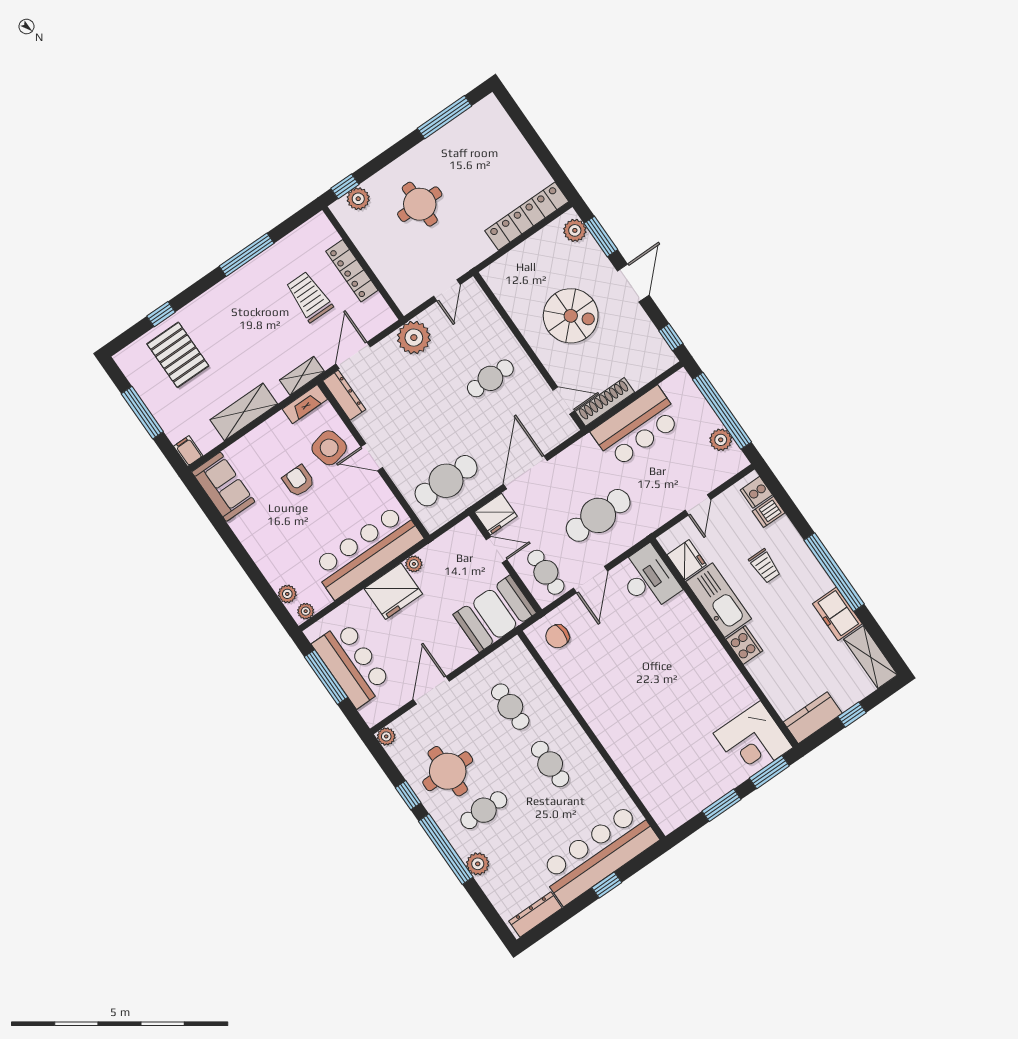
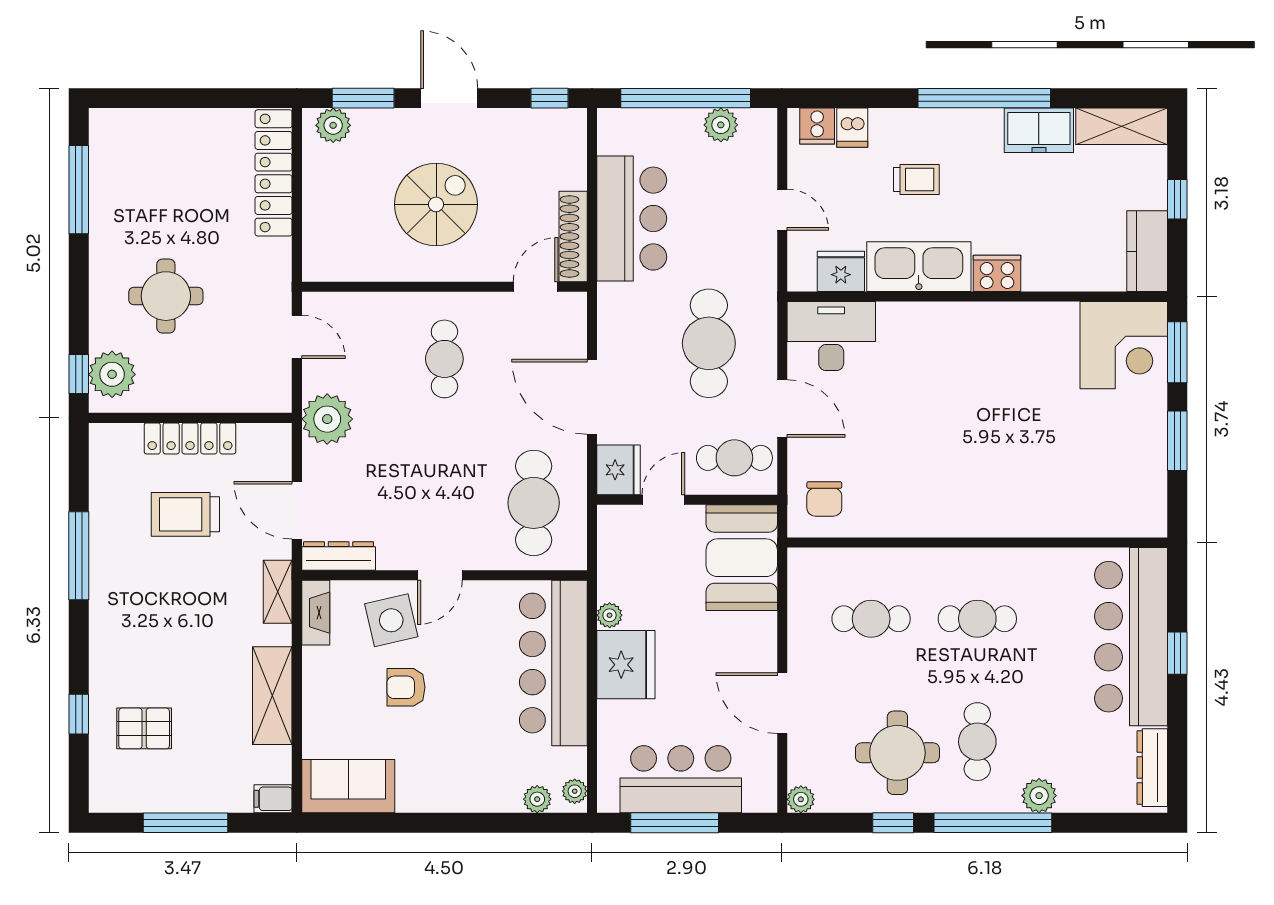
plant: (358, 199) -> (112, 374), width x1.36, depth x1.36
pallet: (178, 355) -> (144, 728), width x0.67, depth x0.71

